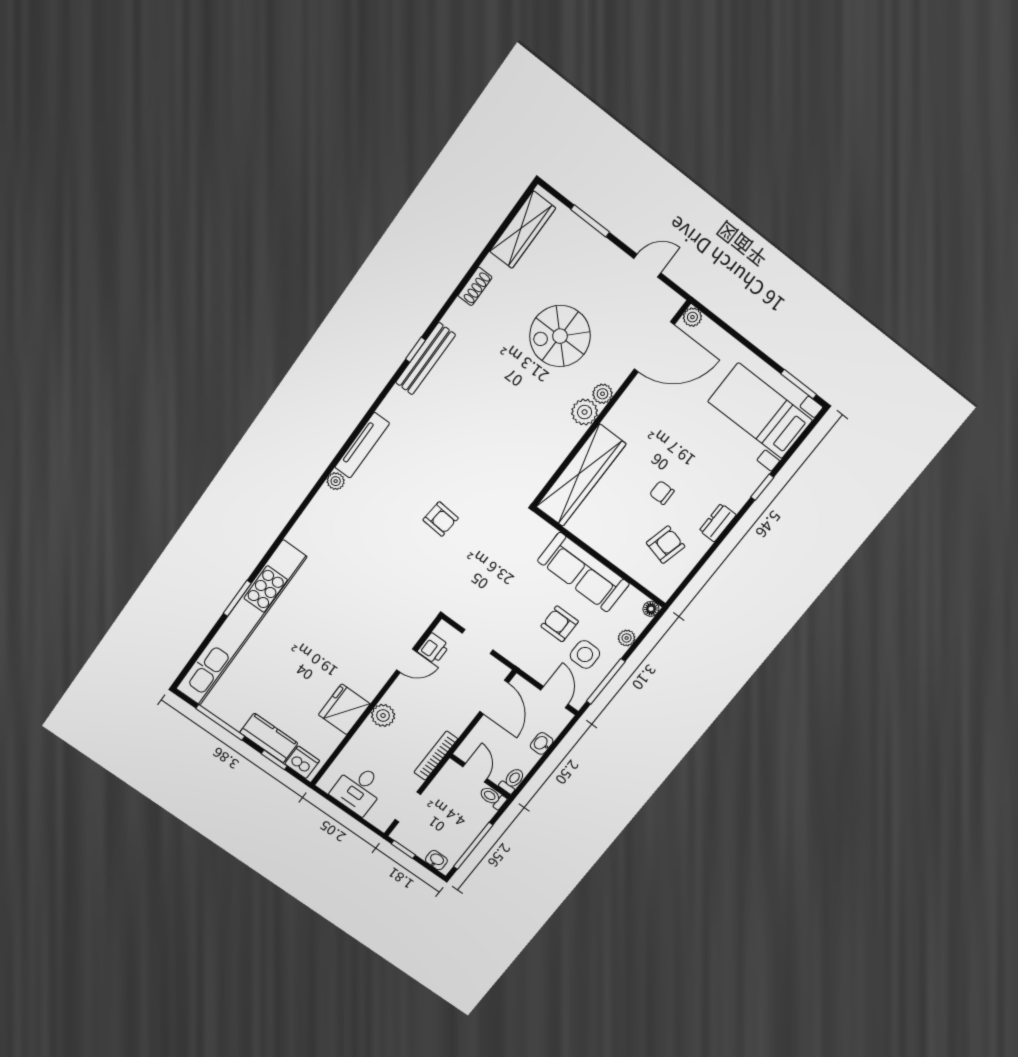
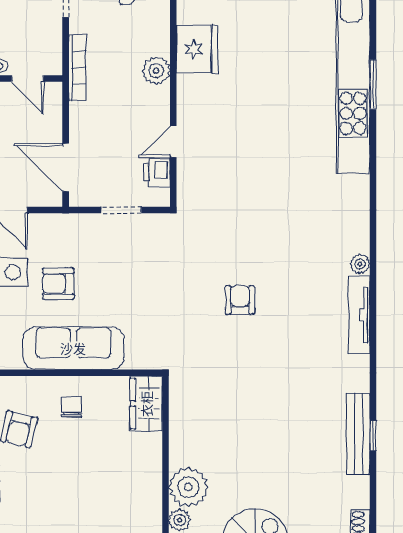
plant: (585, 412) -> (188, 487), width x1.36, depth x1.36
wardrobe: (581, 475) -> (146, 404), width x0.48, depth x0.85
chair: (662, 493) -> (72, 407), moved, turned -90
armchair: (441, 519) -> (240, 300), turned 85
armchair: (560, 624) -> (58, 284), turned 180

